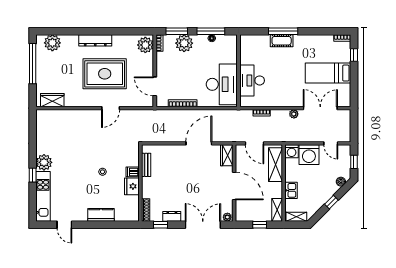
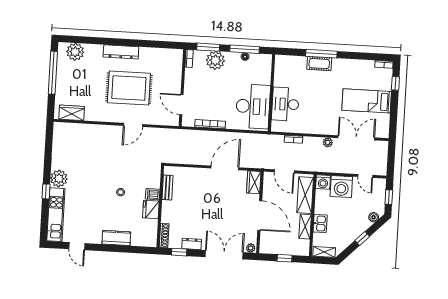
plant: (145, 45) -> (174, 60), removed
shelving: (277, 210) -> (305, 227), moved

